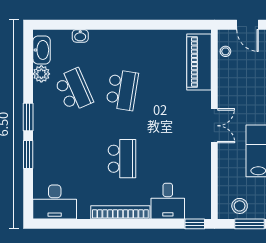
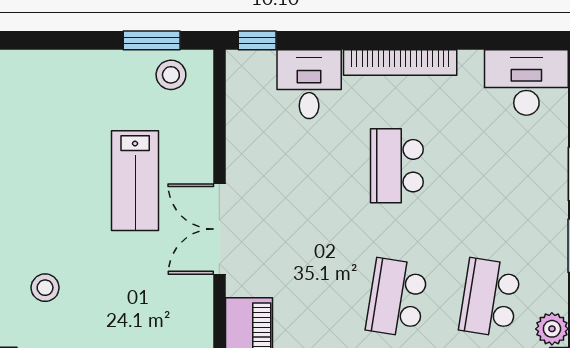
school desk: (74, 90) -> (490, 298), turned 33
double door: (214, 126) -> (219, 229), width x1.37

